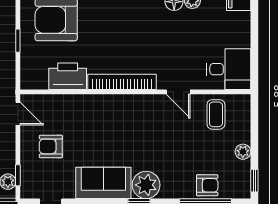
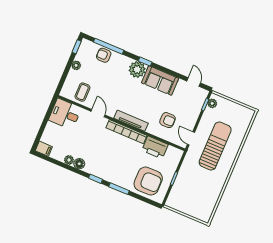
tv unit: (122, 102) -> (131, 121), added
armchair: (51, 146) -> (168, 120), moved

